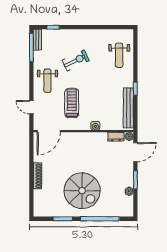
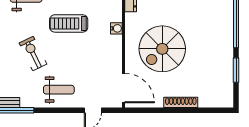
treadmill: (72, 103) -> (69, 23), moved
spiral stairs: (82, 191) -> (162, 49), moved, turned 180

